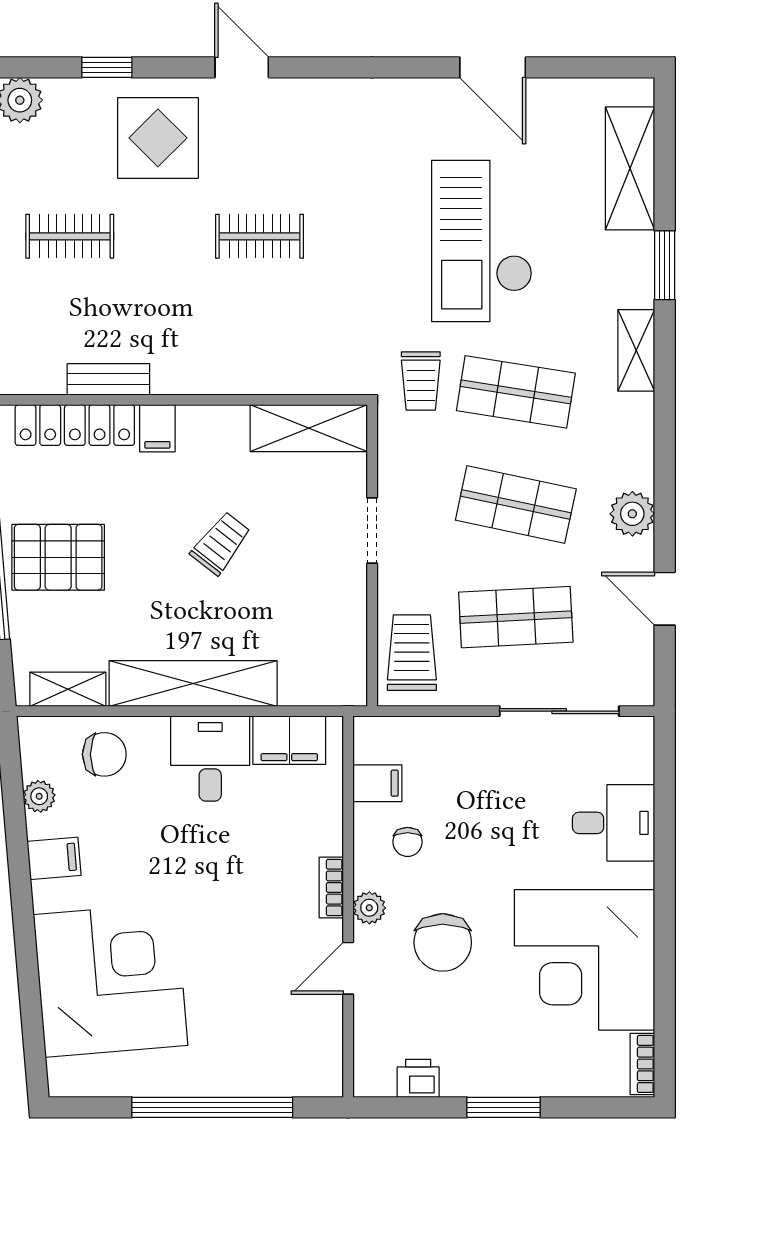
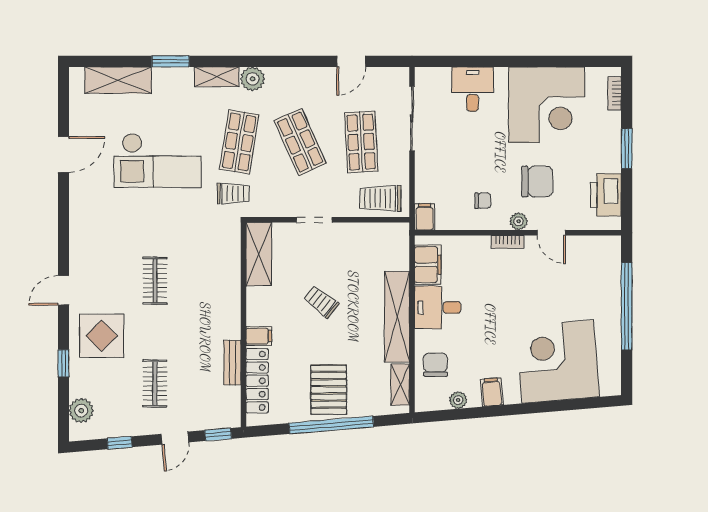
shop shelf: (516, 505) -> (300, 142), turned -36
plant: (632, 514) -> (253, 79), moved
filing cabinet: (377, 783) -> (425, 217), moved
bookcase: (642, 1064) -> (615, 93), moved, turned 90
printer: (418, 1078) -> (606, 195), width x1.87, depth x1.48

